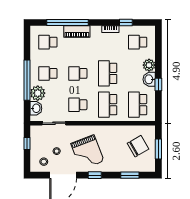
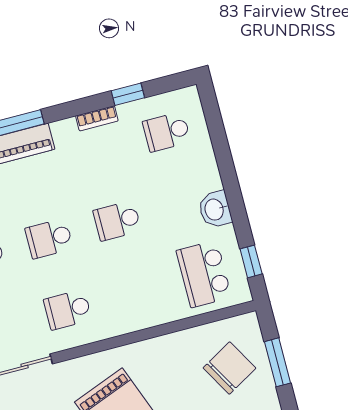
plant: (149, 65) -> (206, 177), removed
school desk: (108, 73) -> (117, 221), width x0.54
window: (158, 85) -> (251, 261), moved
school desk: (108, 105) -> (136, 292), removed

